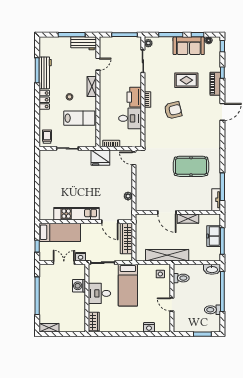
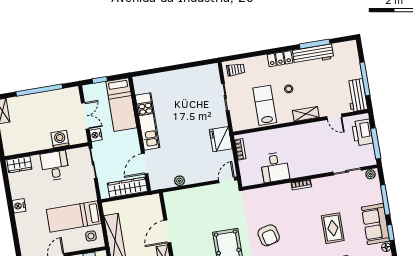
printer: (134, 97) -> (362, 132), moved, turned -90
armchair: (173, 110) -> (269, 235), moved
lab bench: (79, 118) -> (265, 105), turned 180
bed: (128, 285) -> (74, 217), moved
nightstand: (149, 327) -> (19, 206), moved

